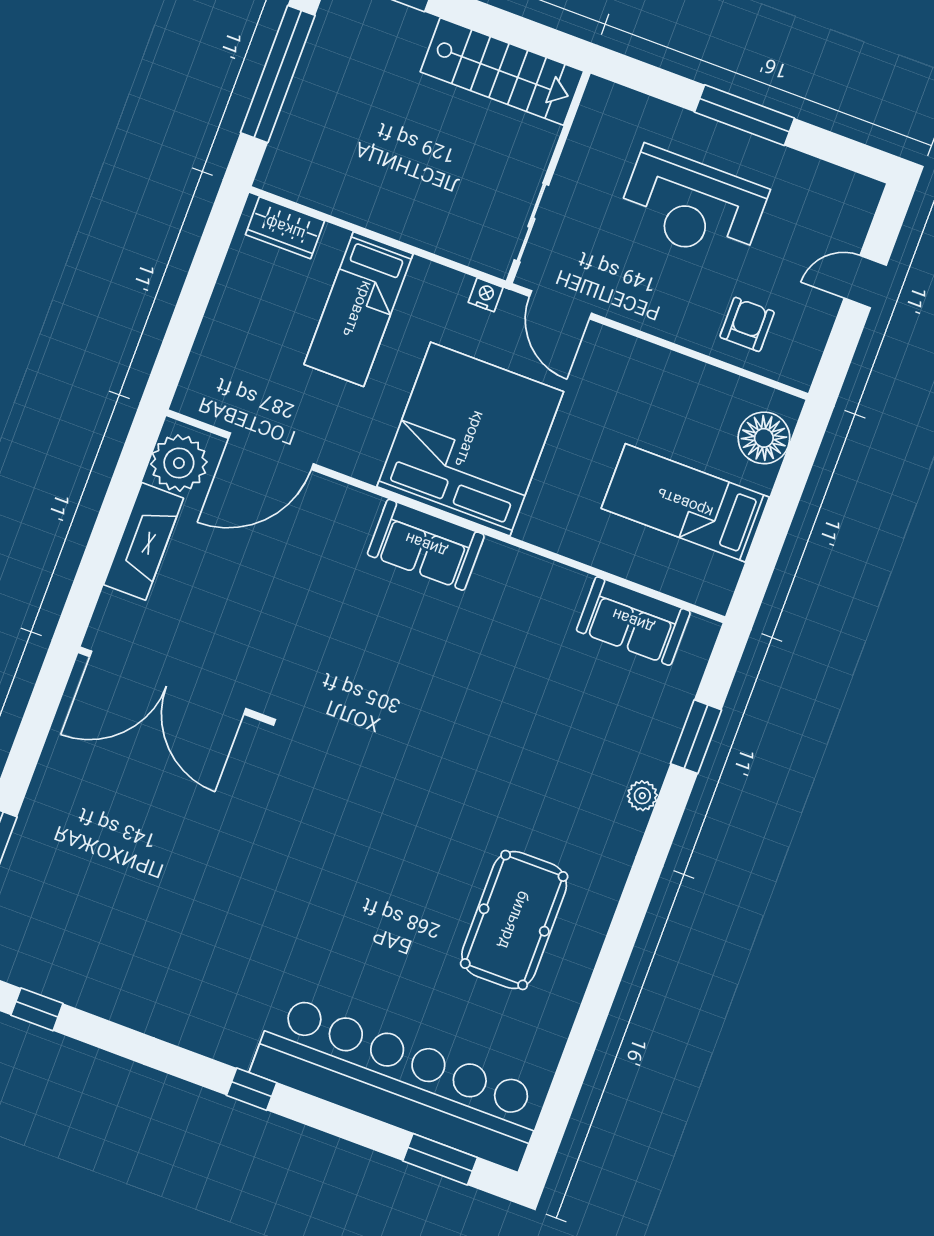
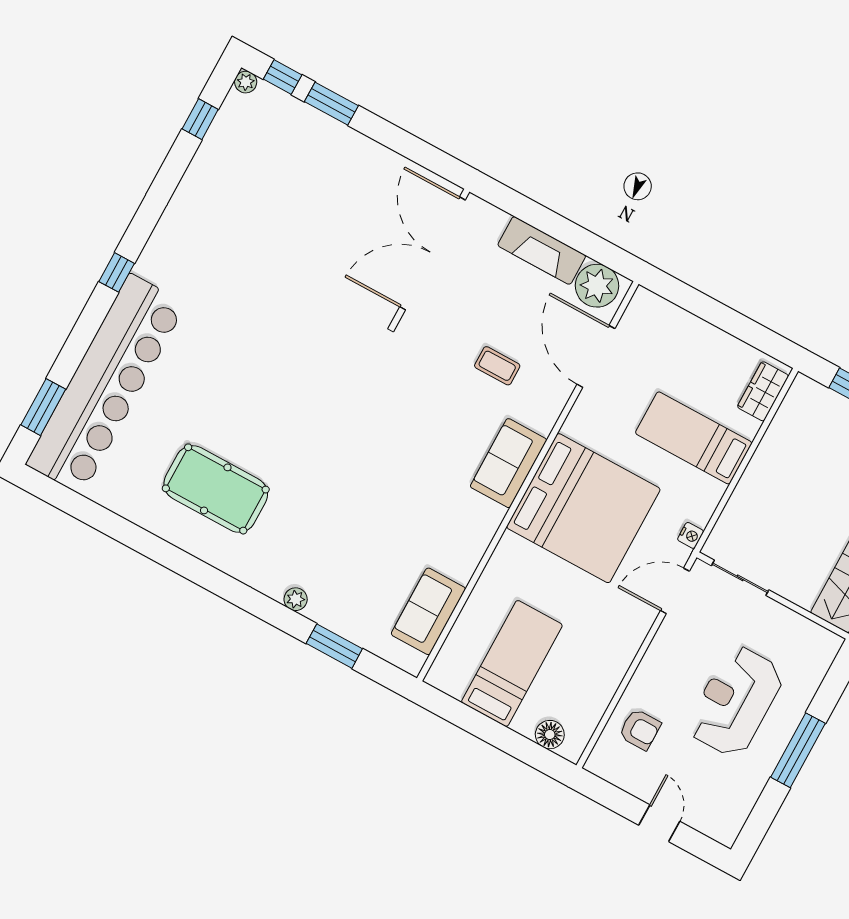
floor lamp: (764, 438) -> (550, 735), width x0.73, depth x0.73
coffee table: (302, 578) -> (497, 366), added

